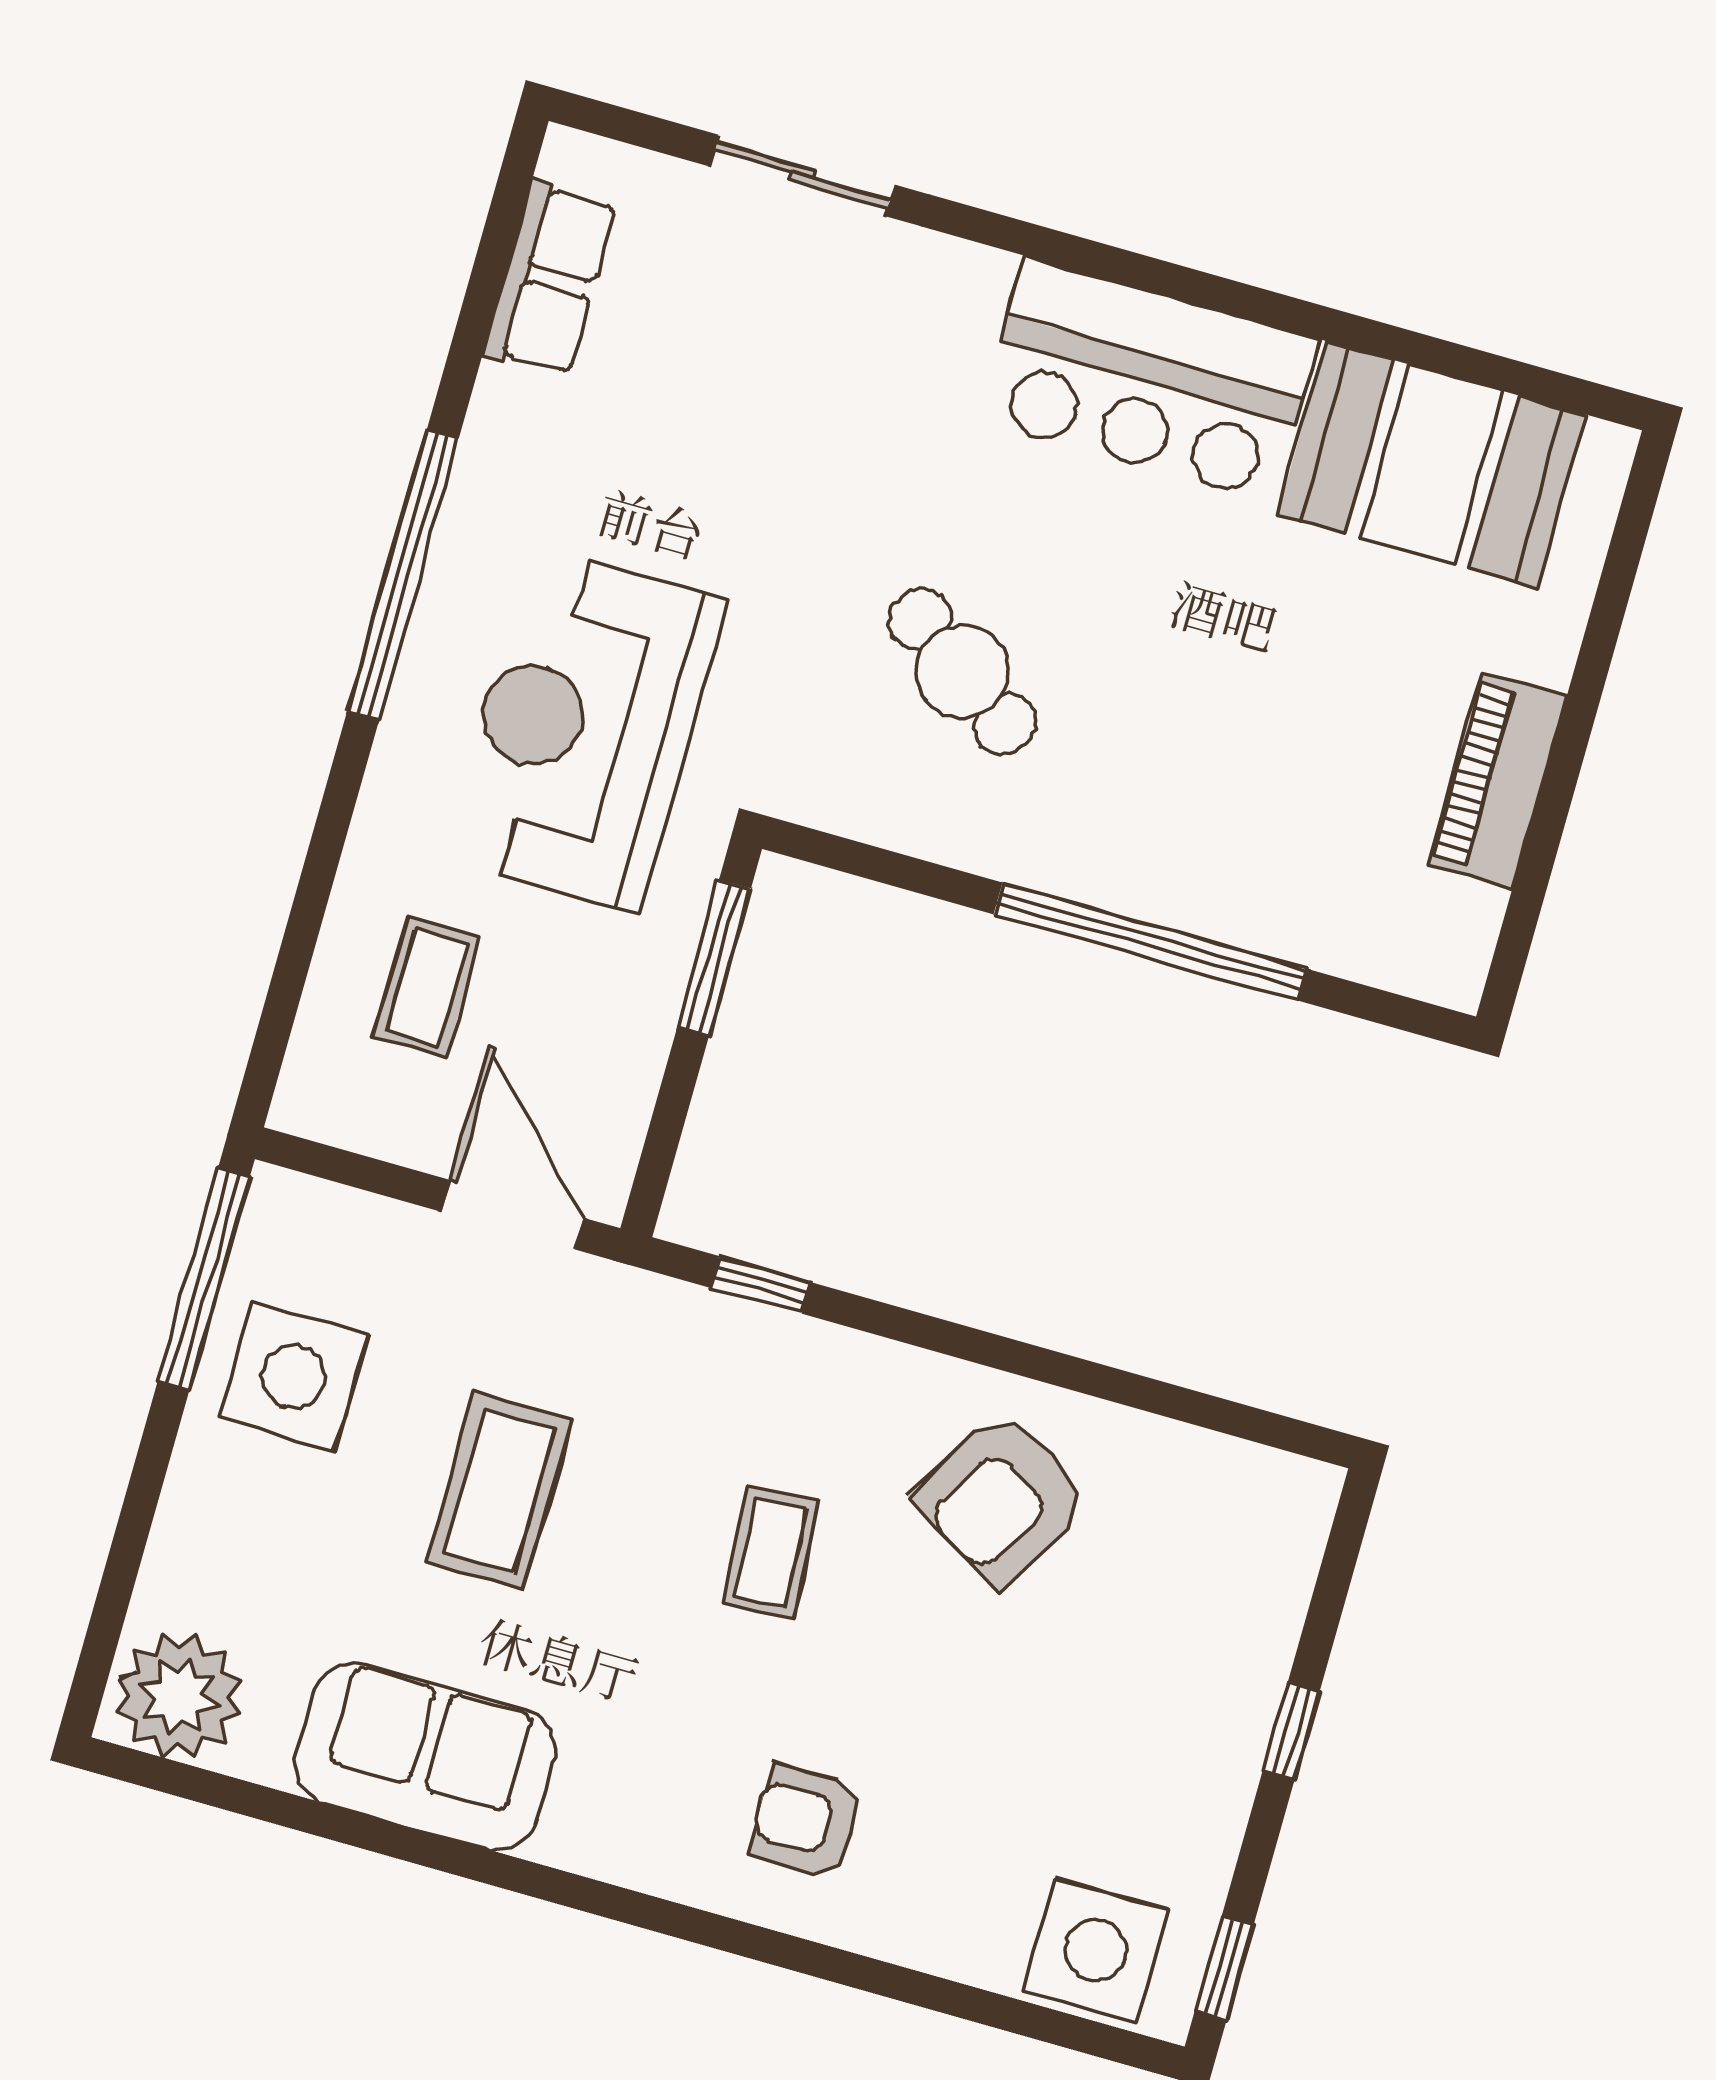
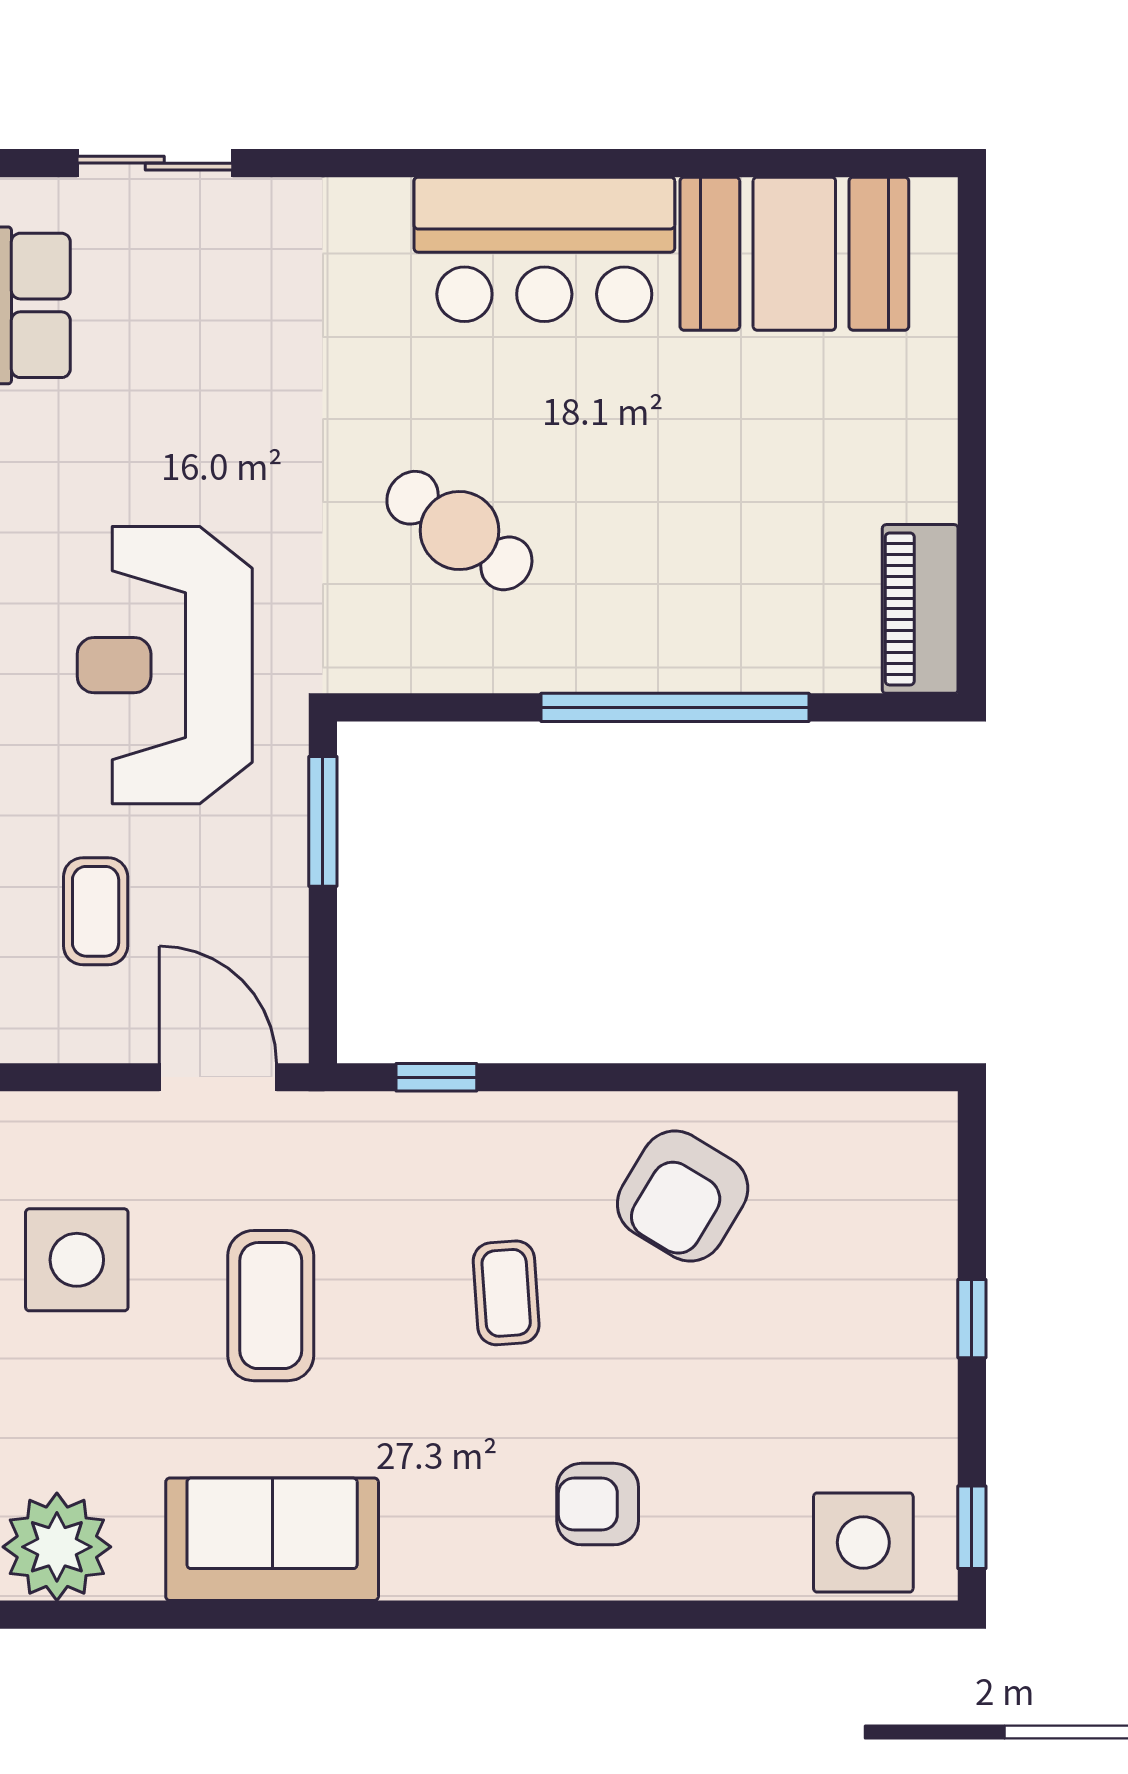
sliding door: (802, 175) -> (155, 163), moved
piano: (1497, 780) -> (920, 609), moved

